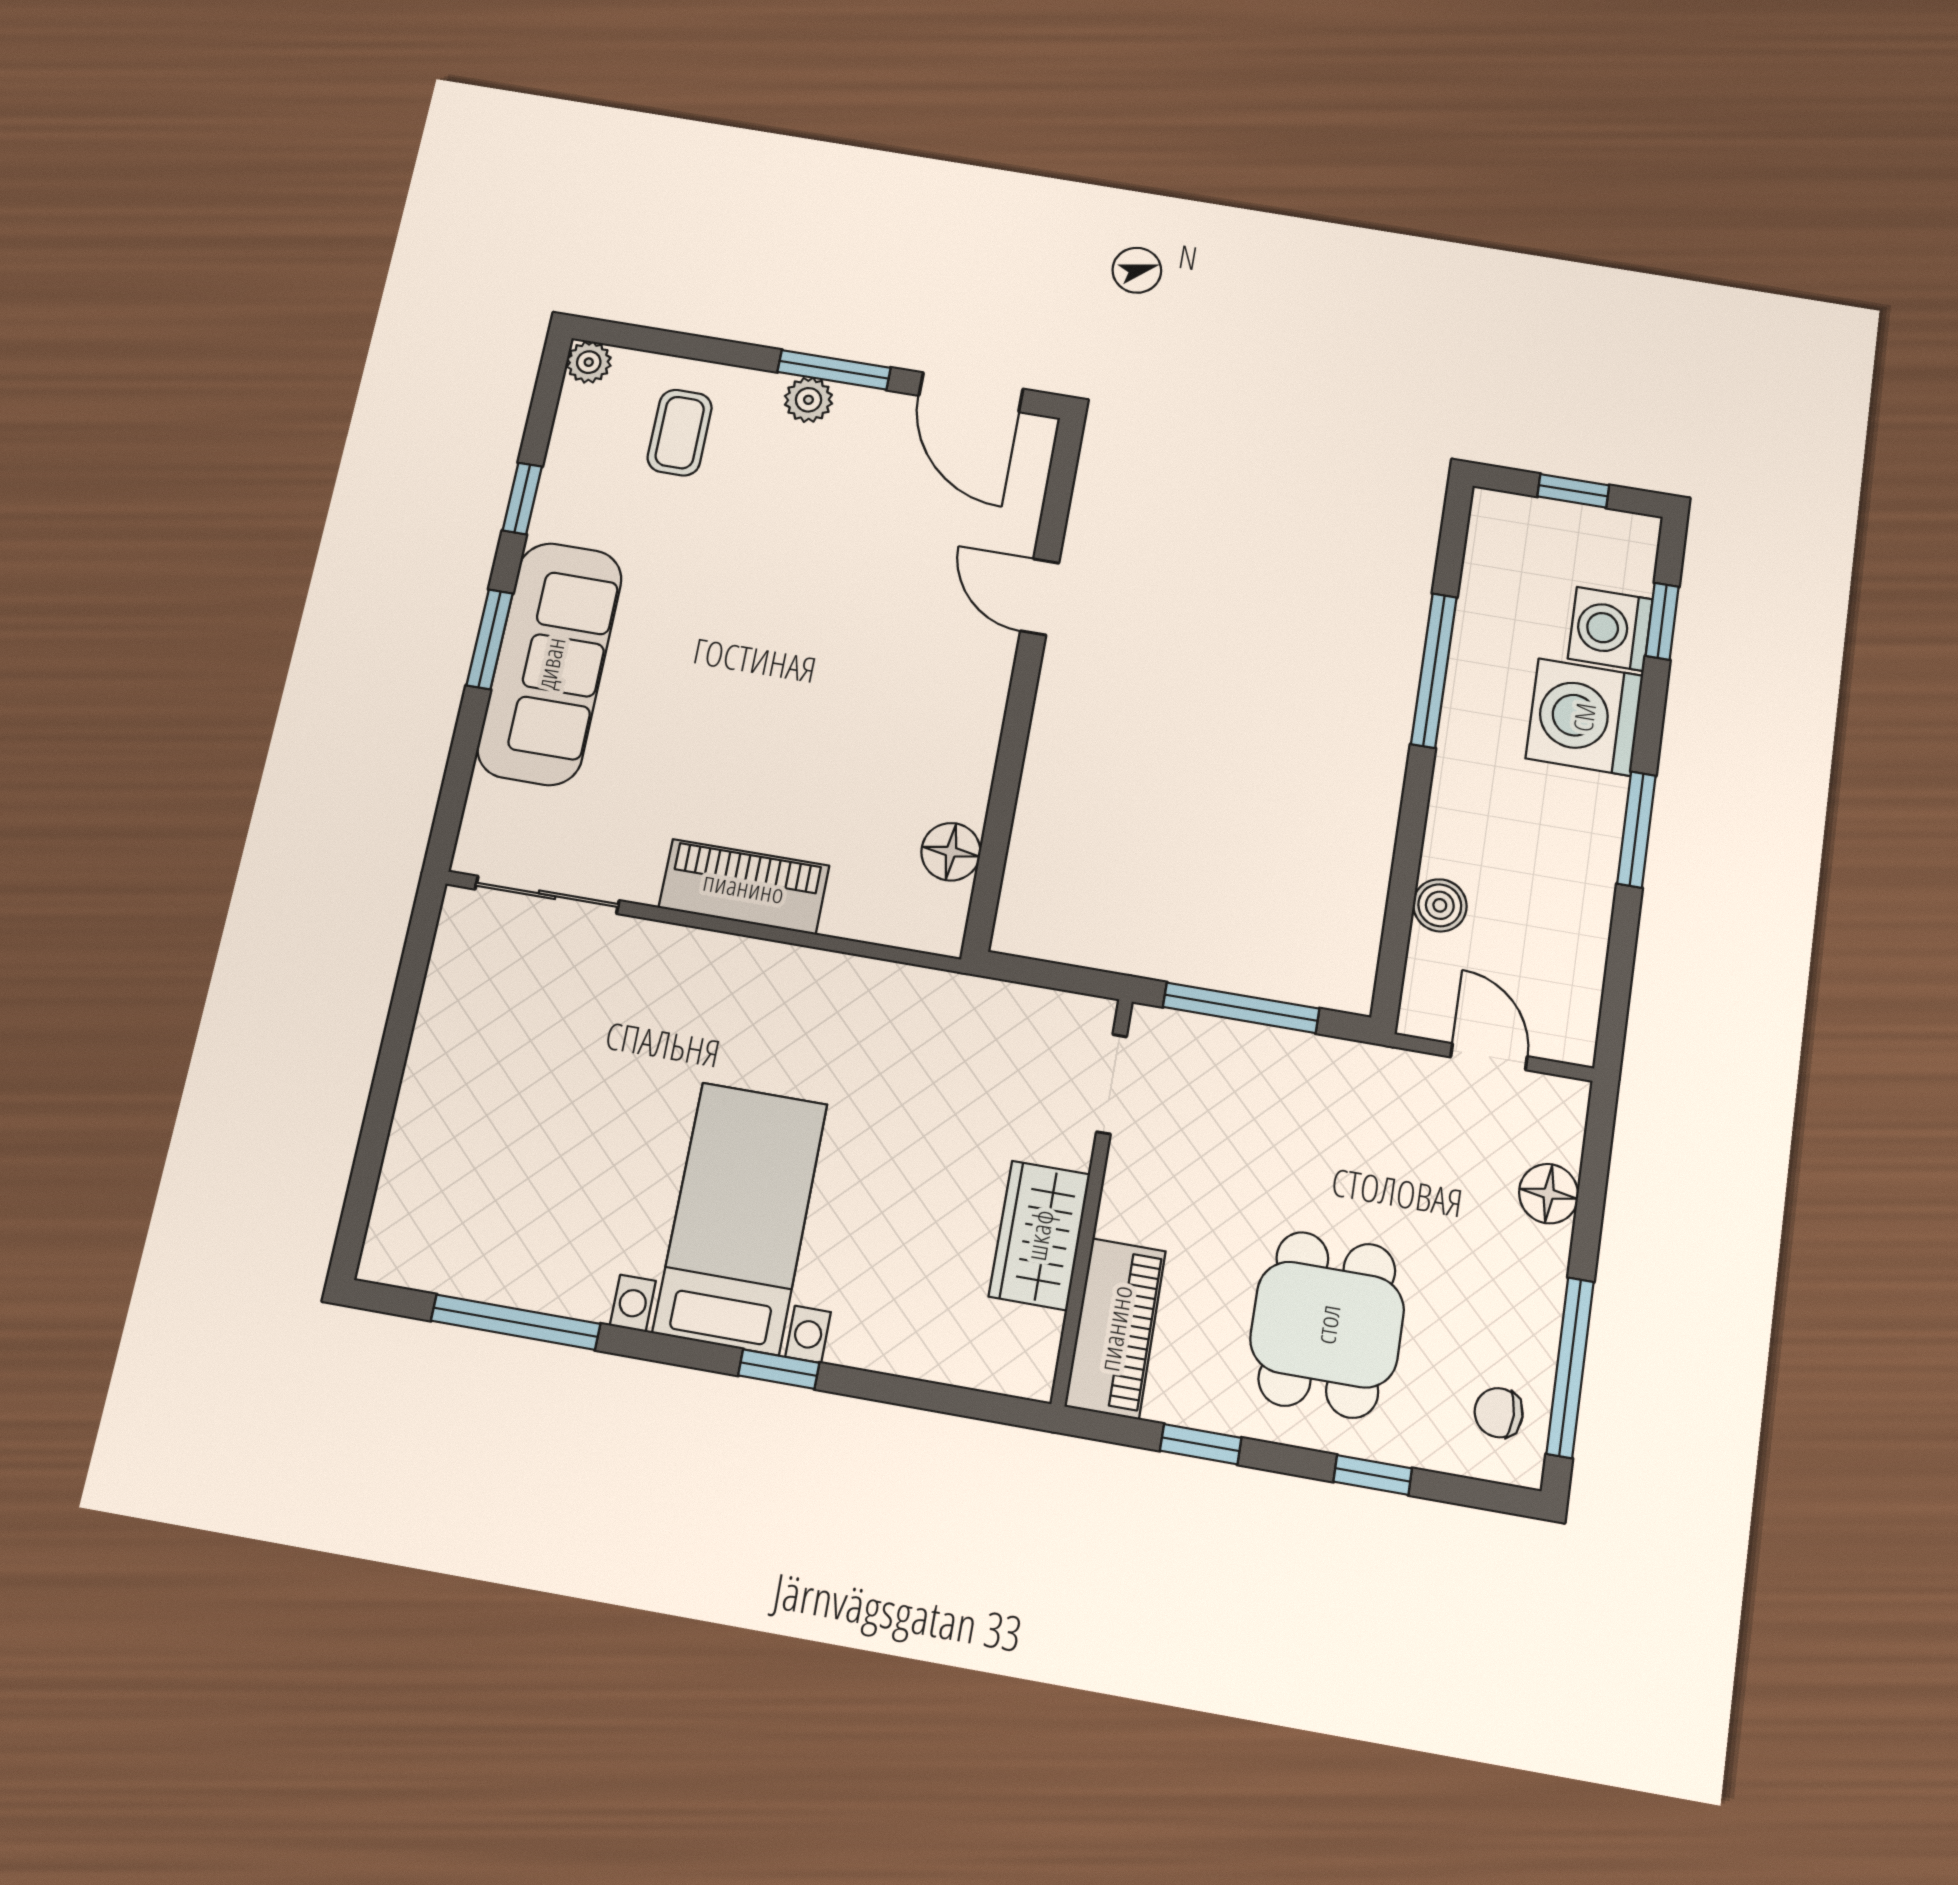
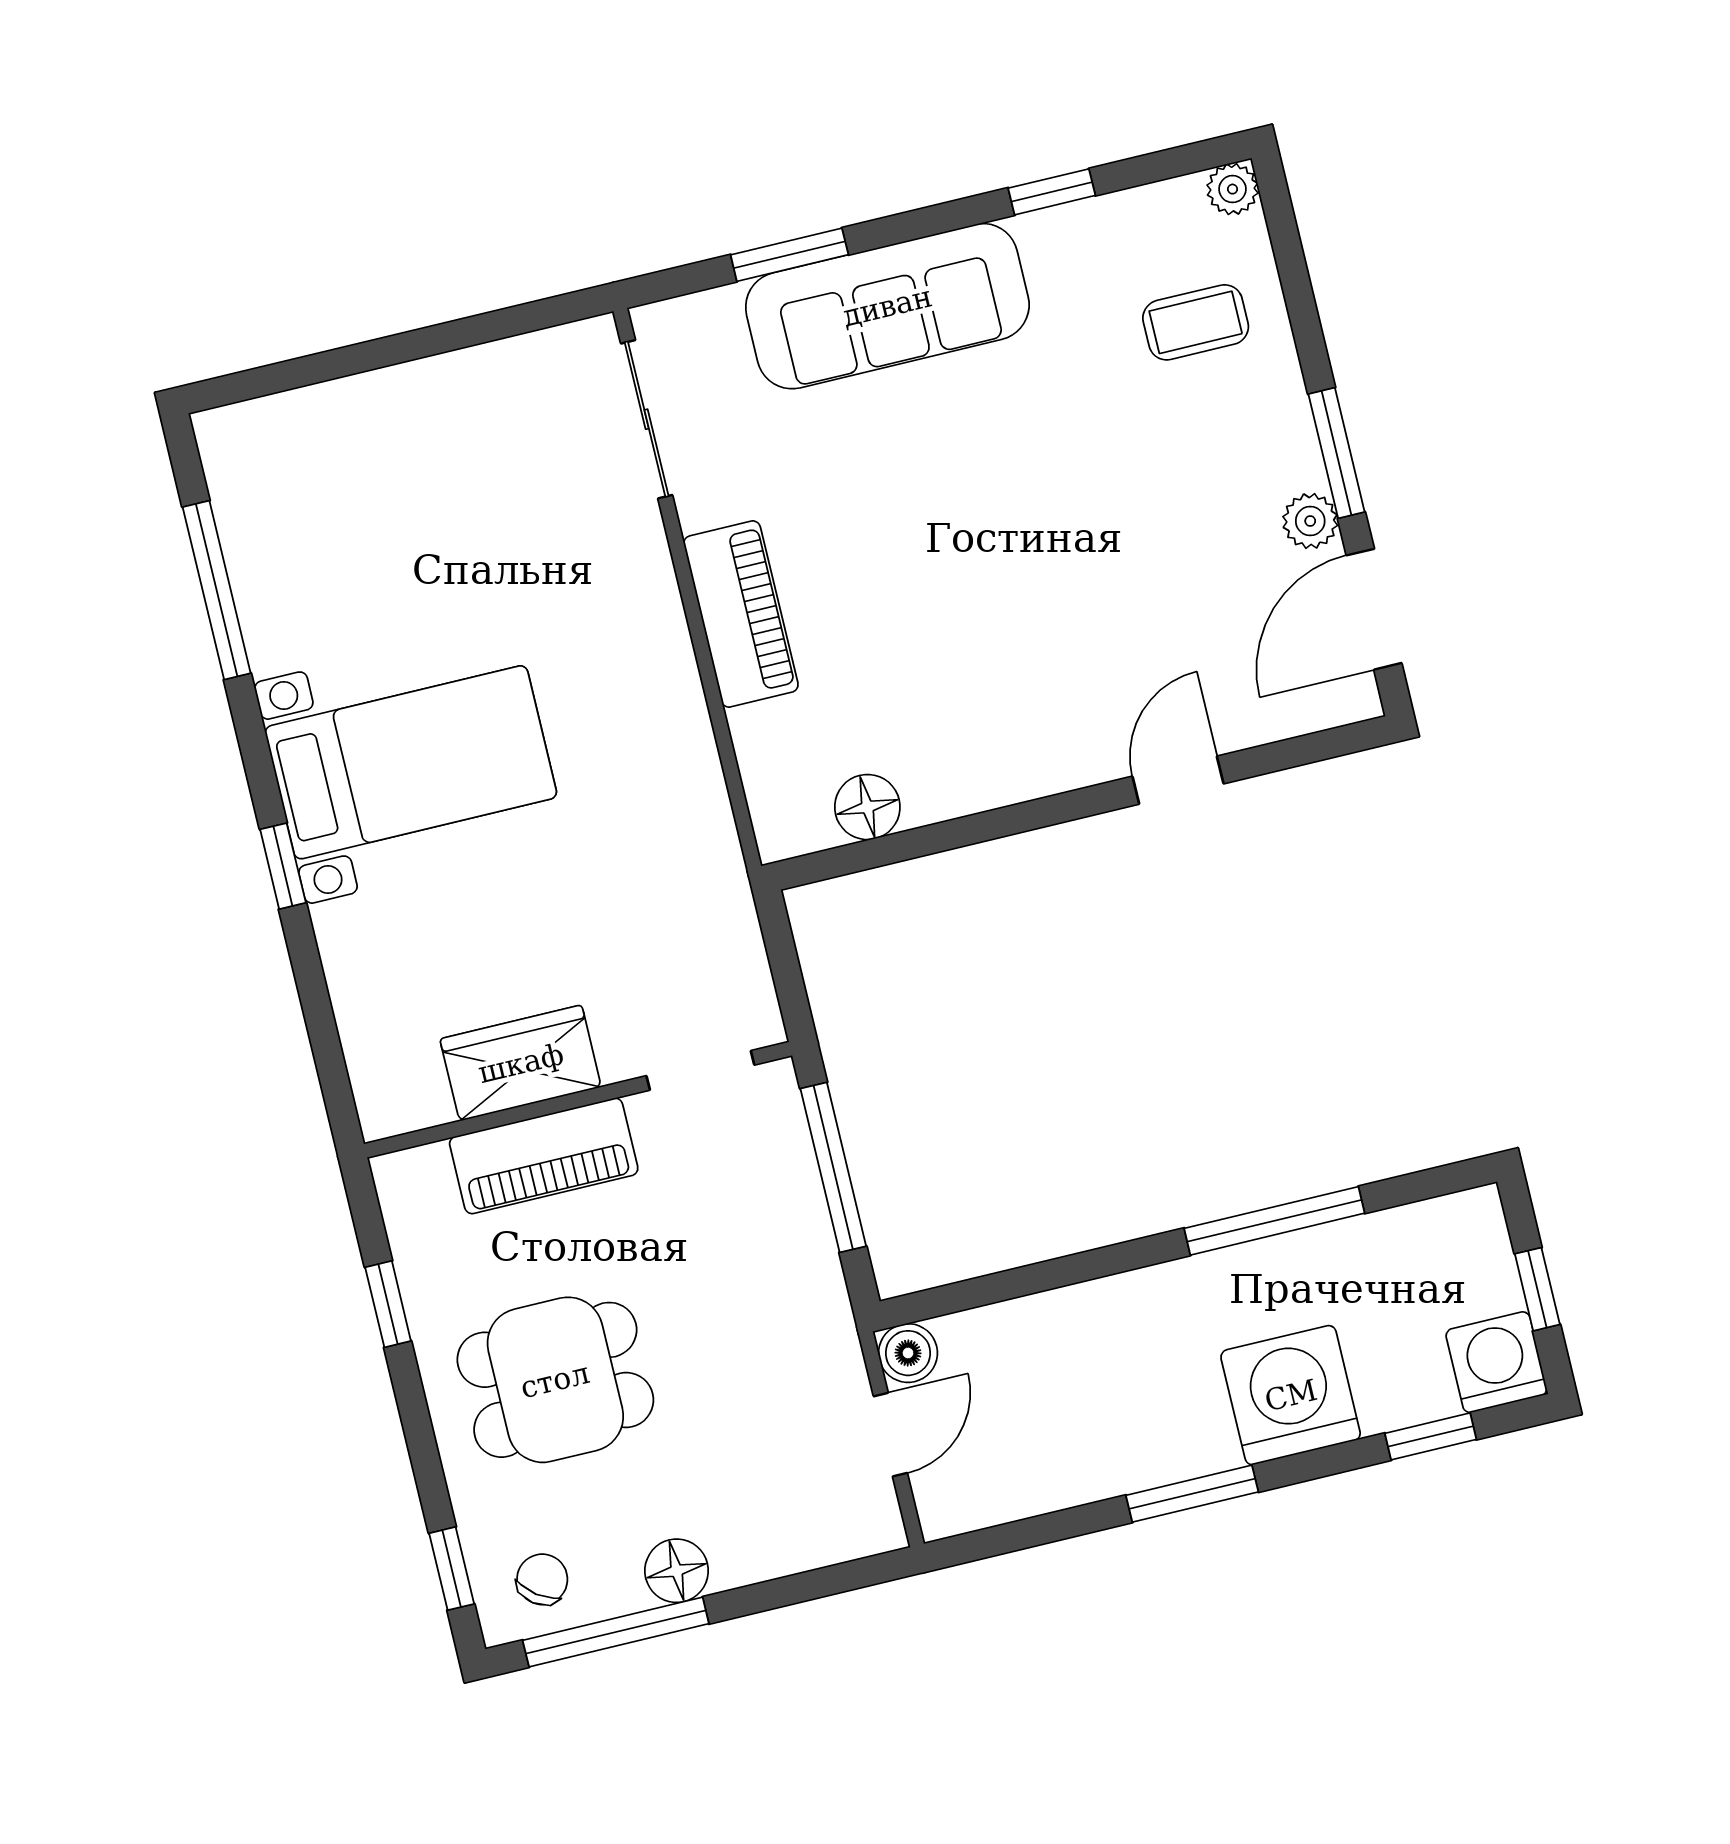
plant: (808, 400) -> (1310, 521), moved
washing machine: (1610, 629) -> (1496, 1362), moved
window: (490, 639) -> (789, 255), moved
boiler: (1440, 905) -> (908, 1353), moved
floor lamp: (1549, 1194) -> (677, 1571), moved
piano: (1115, 1328) -> (544, 1156), moved
chair: (1499, 1413) -> (542, 1579), turned 36
window: (1373, 1475) -> (452, 1569), moved

